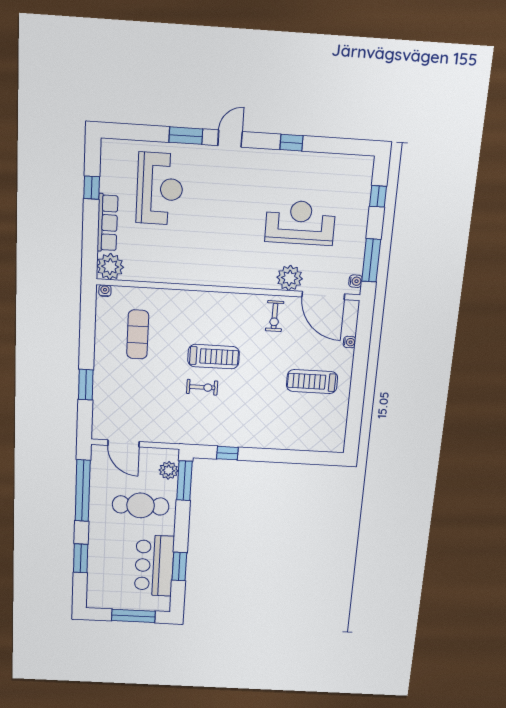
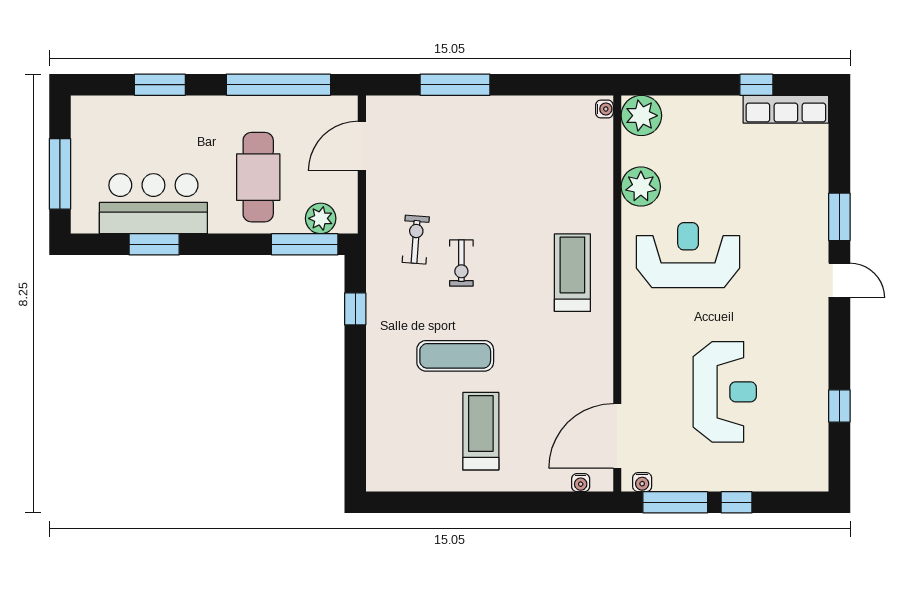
window: (291, 143) -> (839, 406), moved
reception desk: (160, 189) -> (688, 255), moved, turned 180
window: (378, 196) -> (737, 502), moved
row of seats: (107, 223) -> (786, 109), moved
plant: (290, 278) -> (641, 187), moved
exercise bike: (275, 316) -> (416, 240), moved, turned 94
exercise mat: (138, 334) -> (455, 356), moved
water cooler: (350, 342) -> (581, 483), moved
treadmill: (214, 357) -> (572, 273), moved, turned 180
window: (86, 385) -> (455, 85), width x1.44

